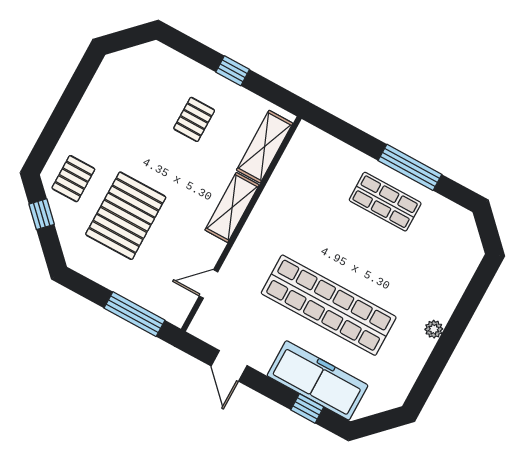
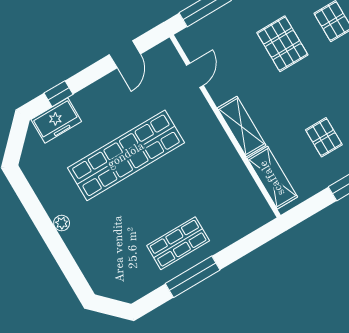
pallet: (126, 216) -> (282, 44), width x0.73, depth x0.71
door: (229, 366) -> (125, 54), swing flipped
freezer: (318, 380) -> (56, 121), width x0.52, depth x0.79

